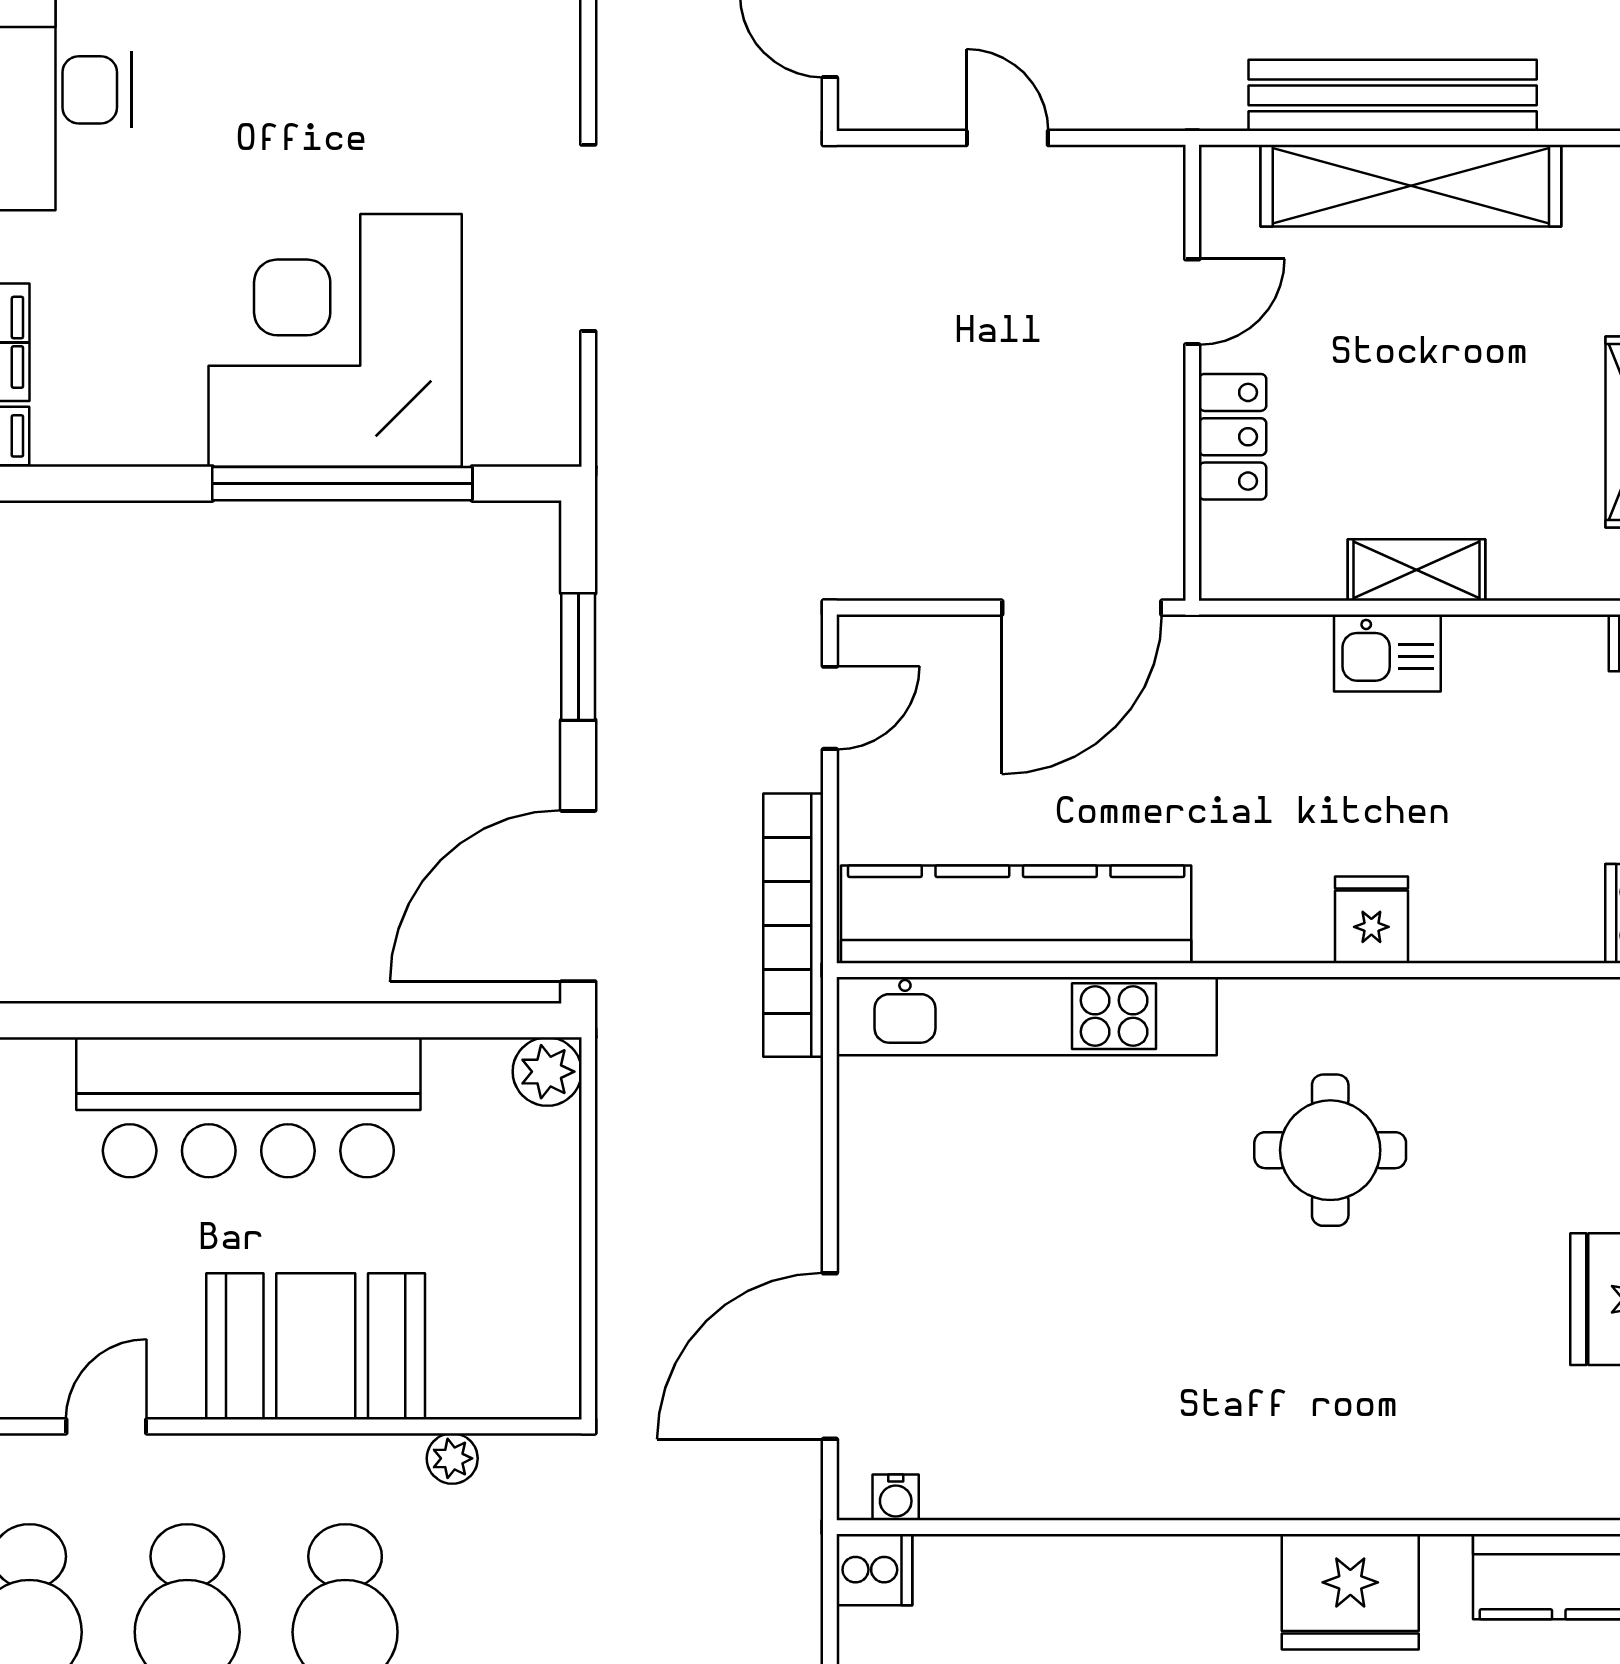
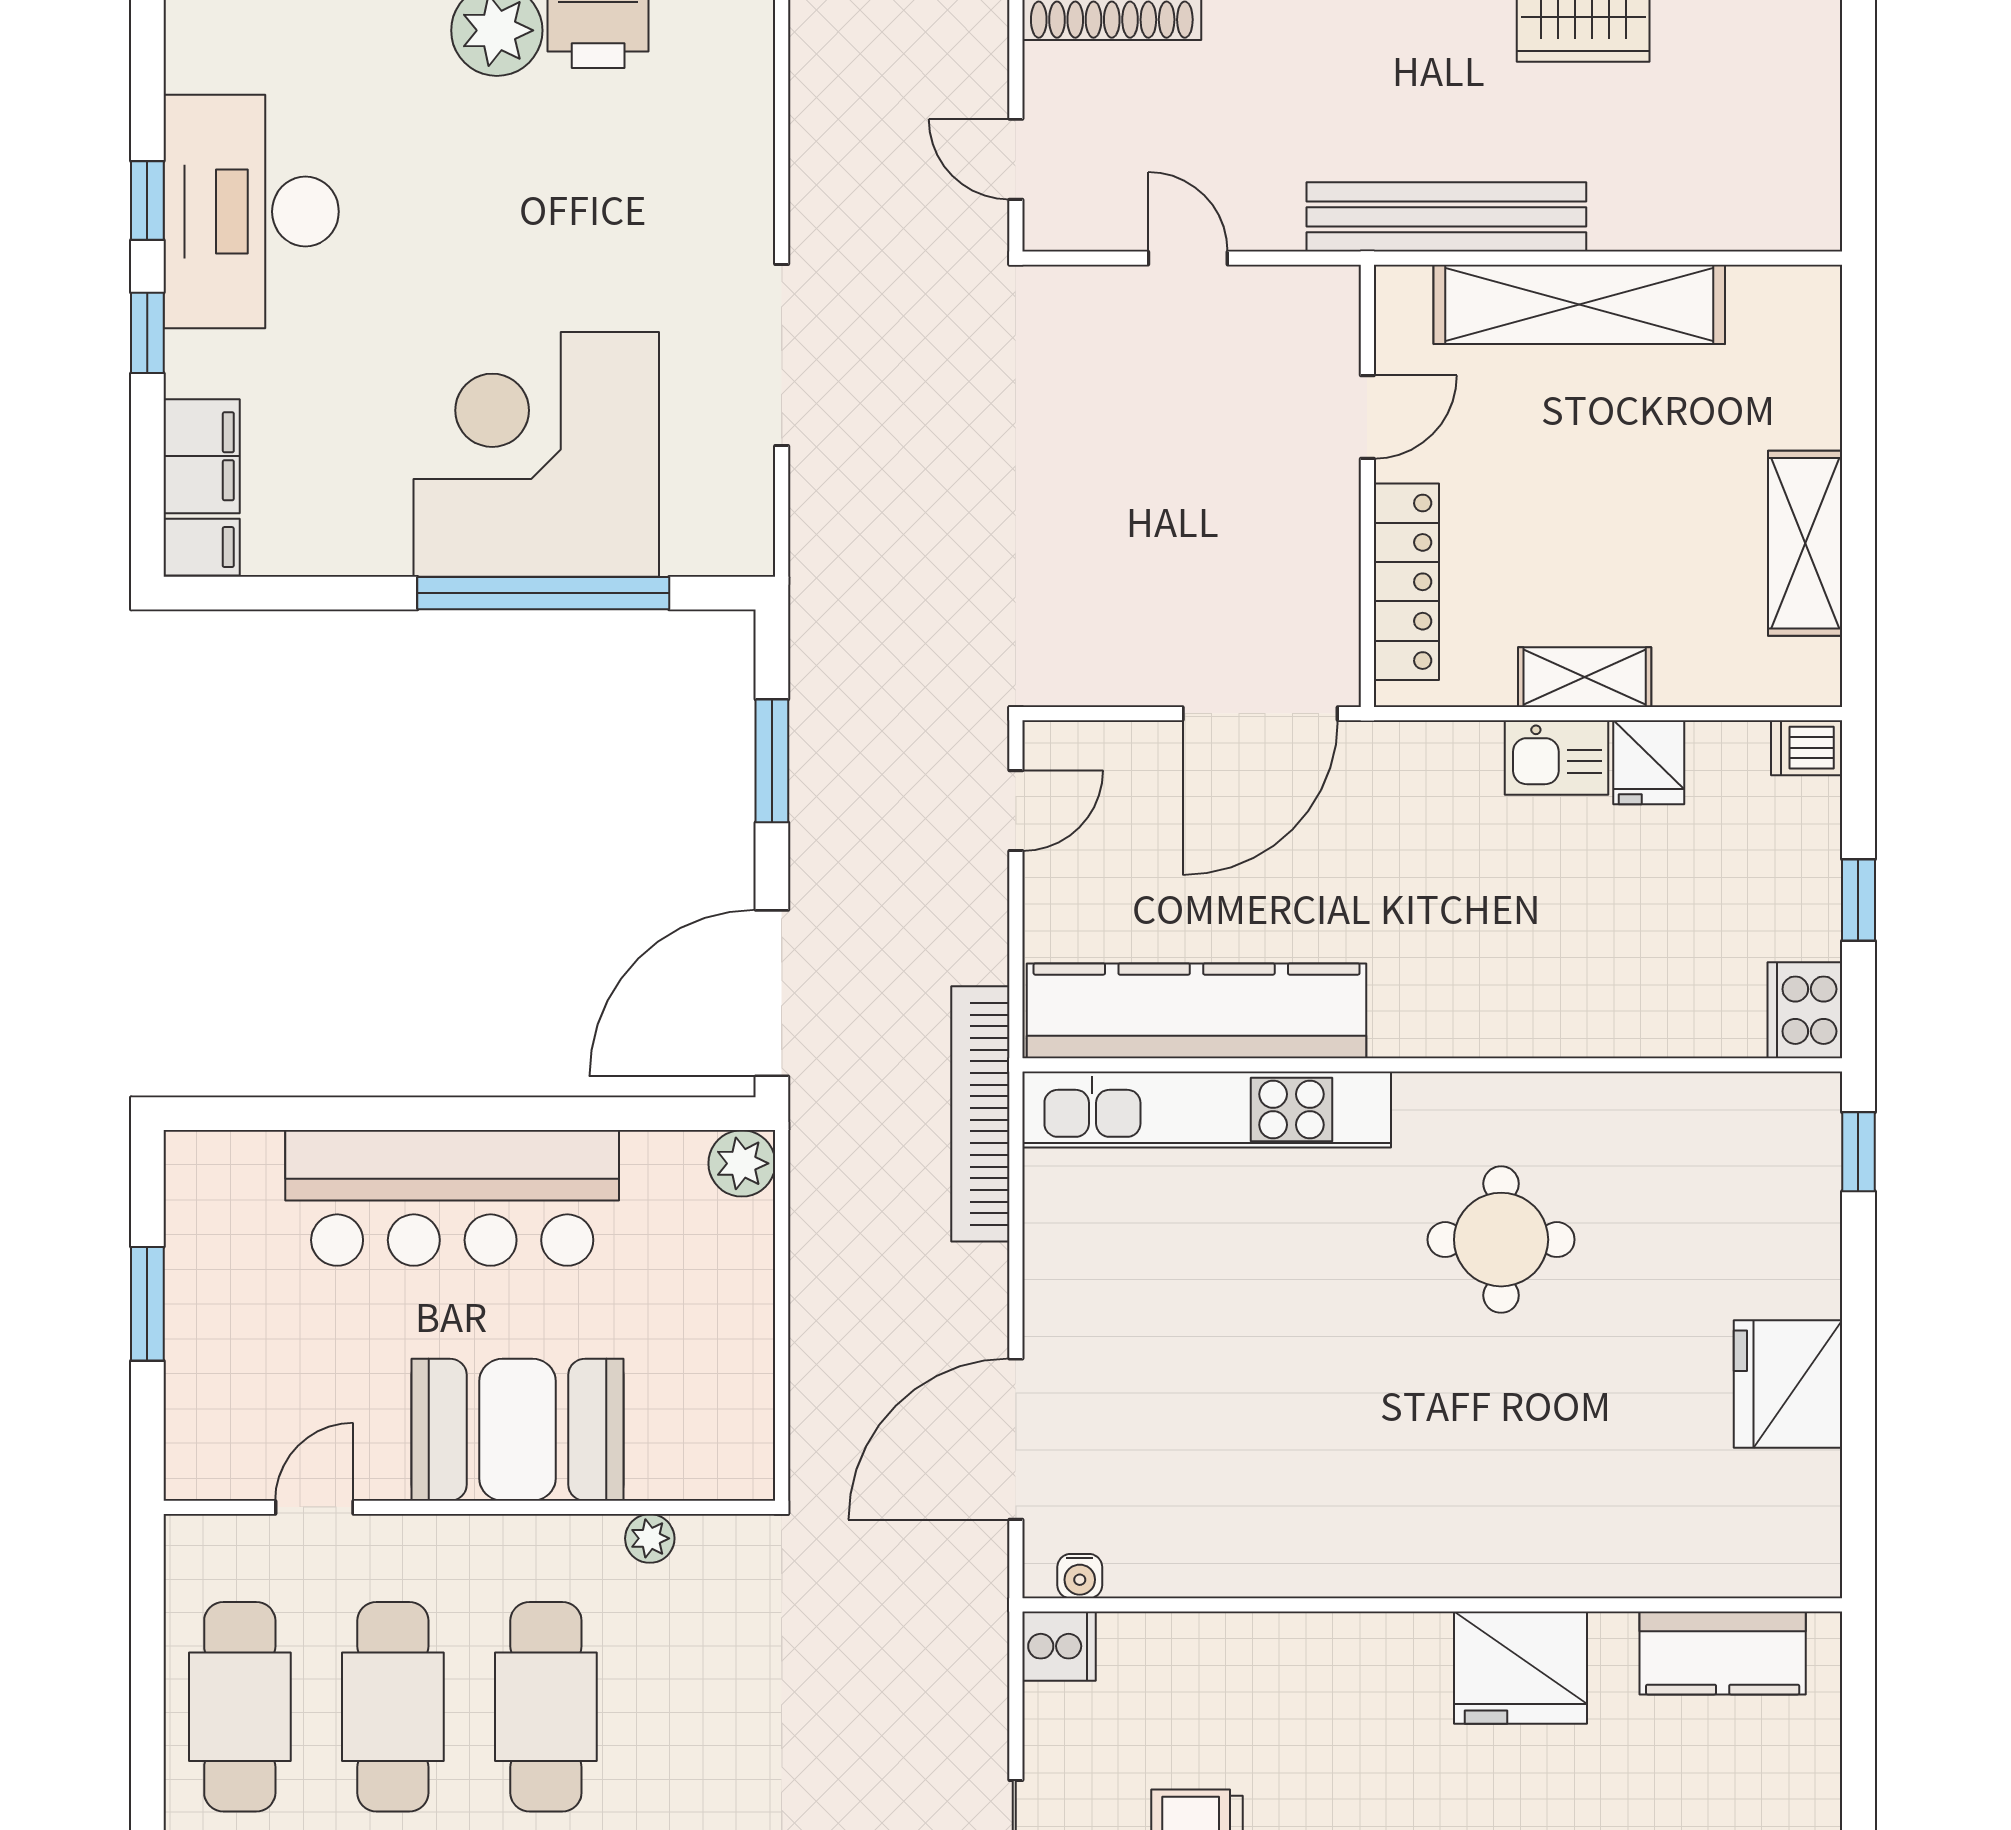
bench: (1393, 95) -> (1446, 217), moved
locker: (1233, 437) -> (1406, 582), width x1.53
fridge: (1371, 920) -> (1649, 762), moved, turned 180
bookcase: (793, 925) -> (980, 1114), moved

